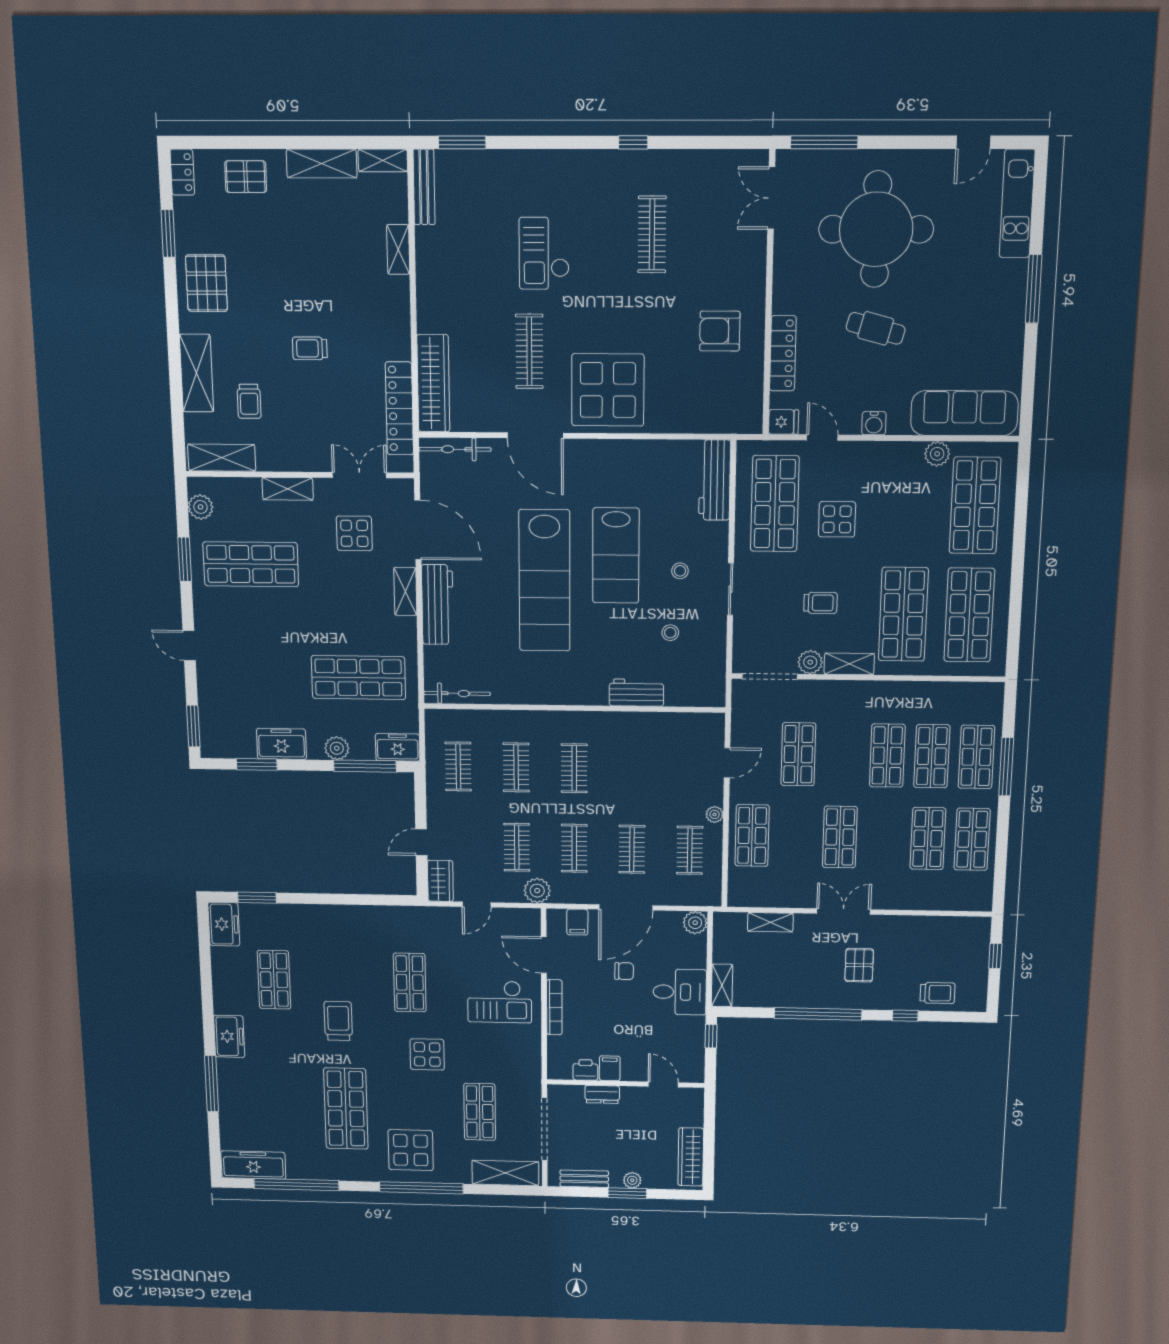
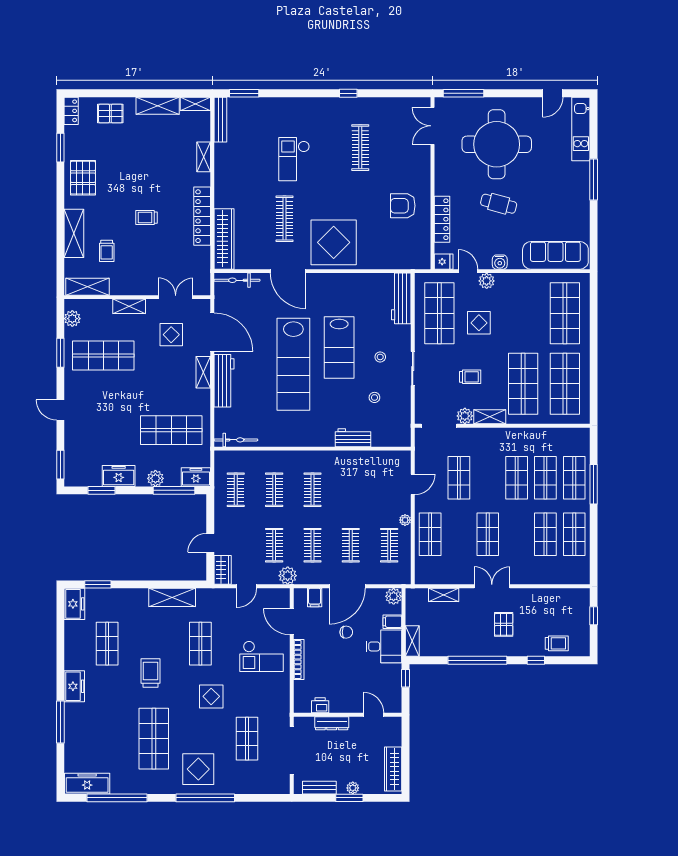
locker: (399, 408) -> (202, 216), moved
plant: (937, 454) -> (487, 281), moved
filing cabinet: (610, 1068) -> (392, 622), moved, turned -90
dresser: (602, 1094) -> (332, 723), width x1.44
shelving: (505, 1173) -> (172, 597), moved

